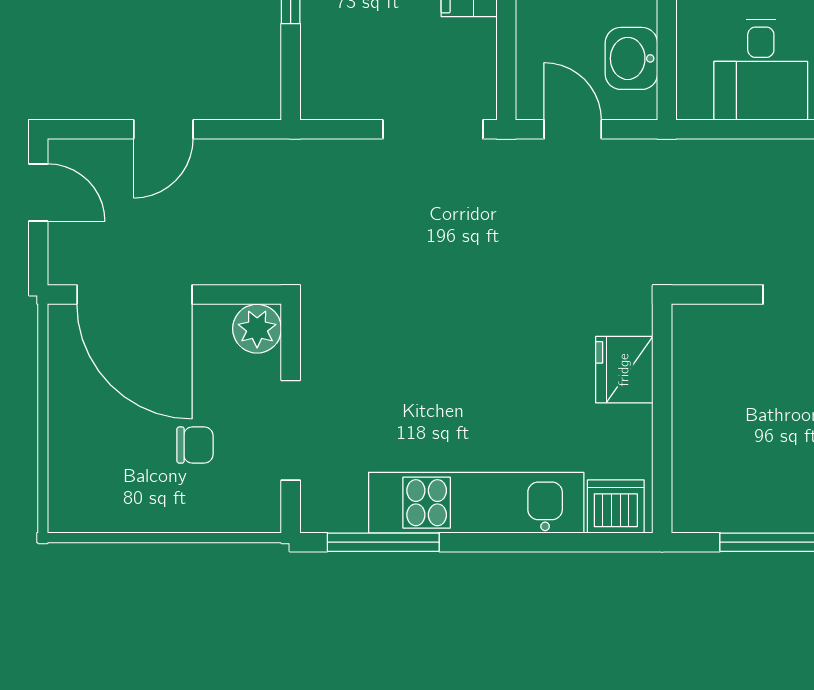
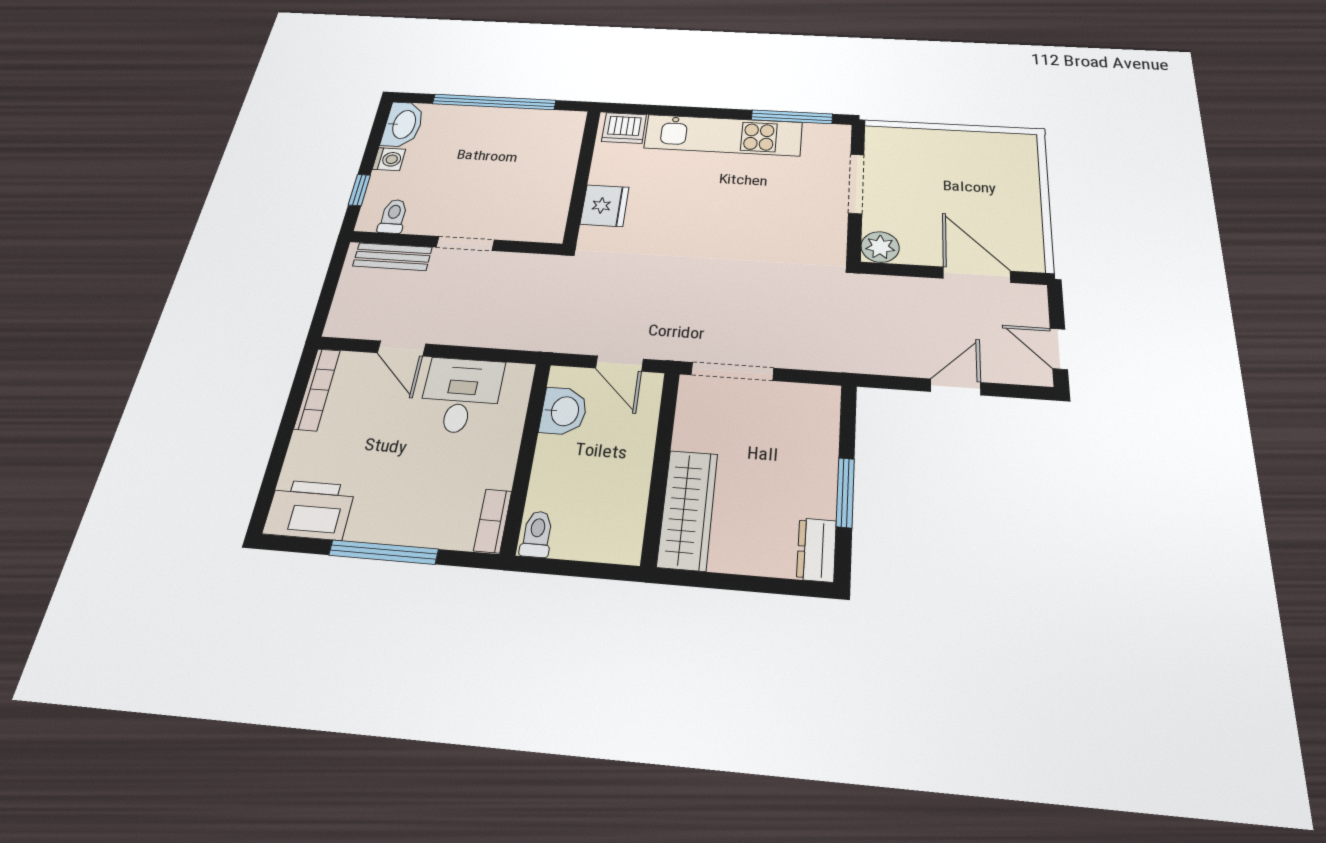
door: (134, 294) -> (977, 275), width x0.73
chair: (195, 445) -> (928, 179), removed

